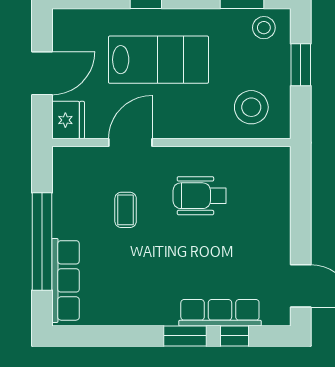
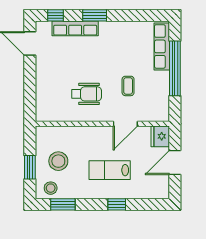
lab bench: (158, 60) -> (110, 170), width x0.73, depth x0.72
stool: (251, 107) -> (58, 161), moved
window: (235, 336) -> (56, 15), moved

